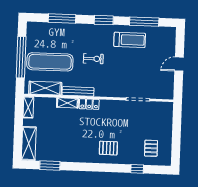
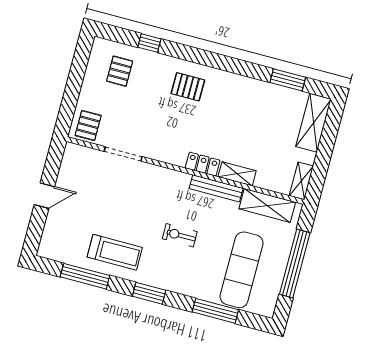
treadmill: (130, 40) -> (115, 252), turned 180
exercise mat: (50, 62) -> (242, 270), moved, turned 90
pallet: (162, 112) -> (88, 126), added

